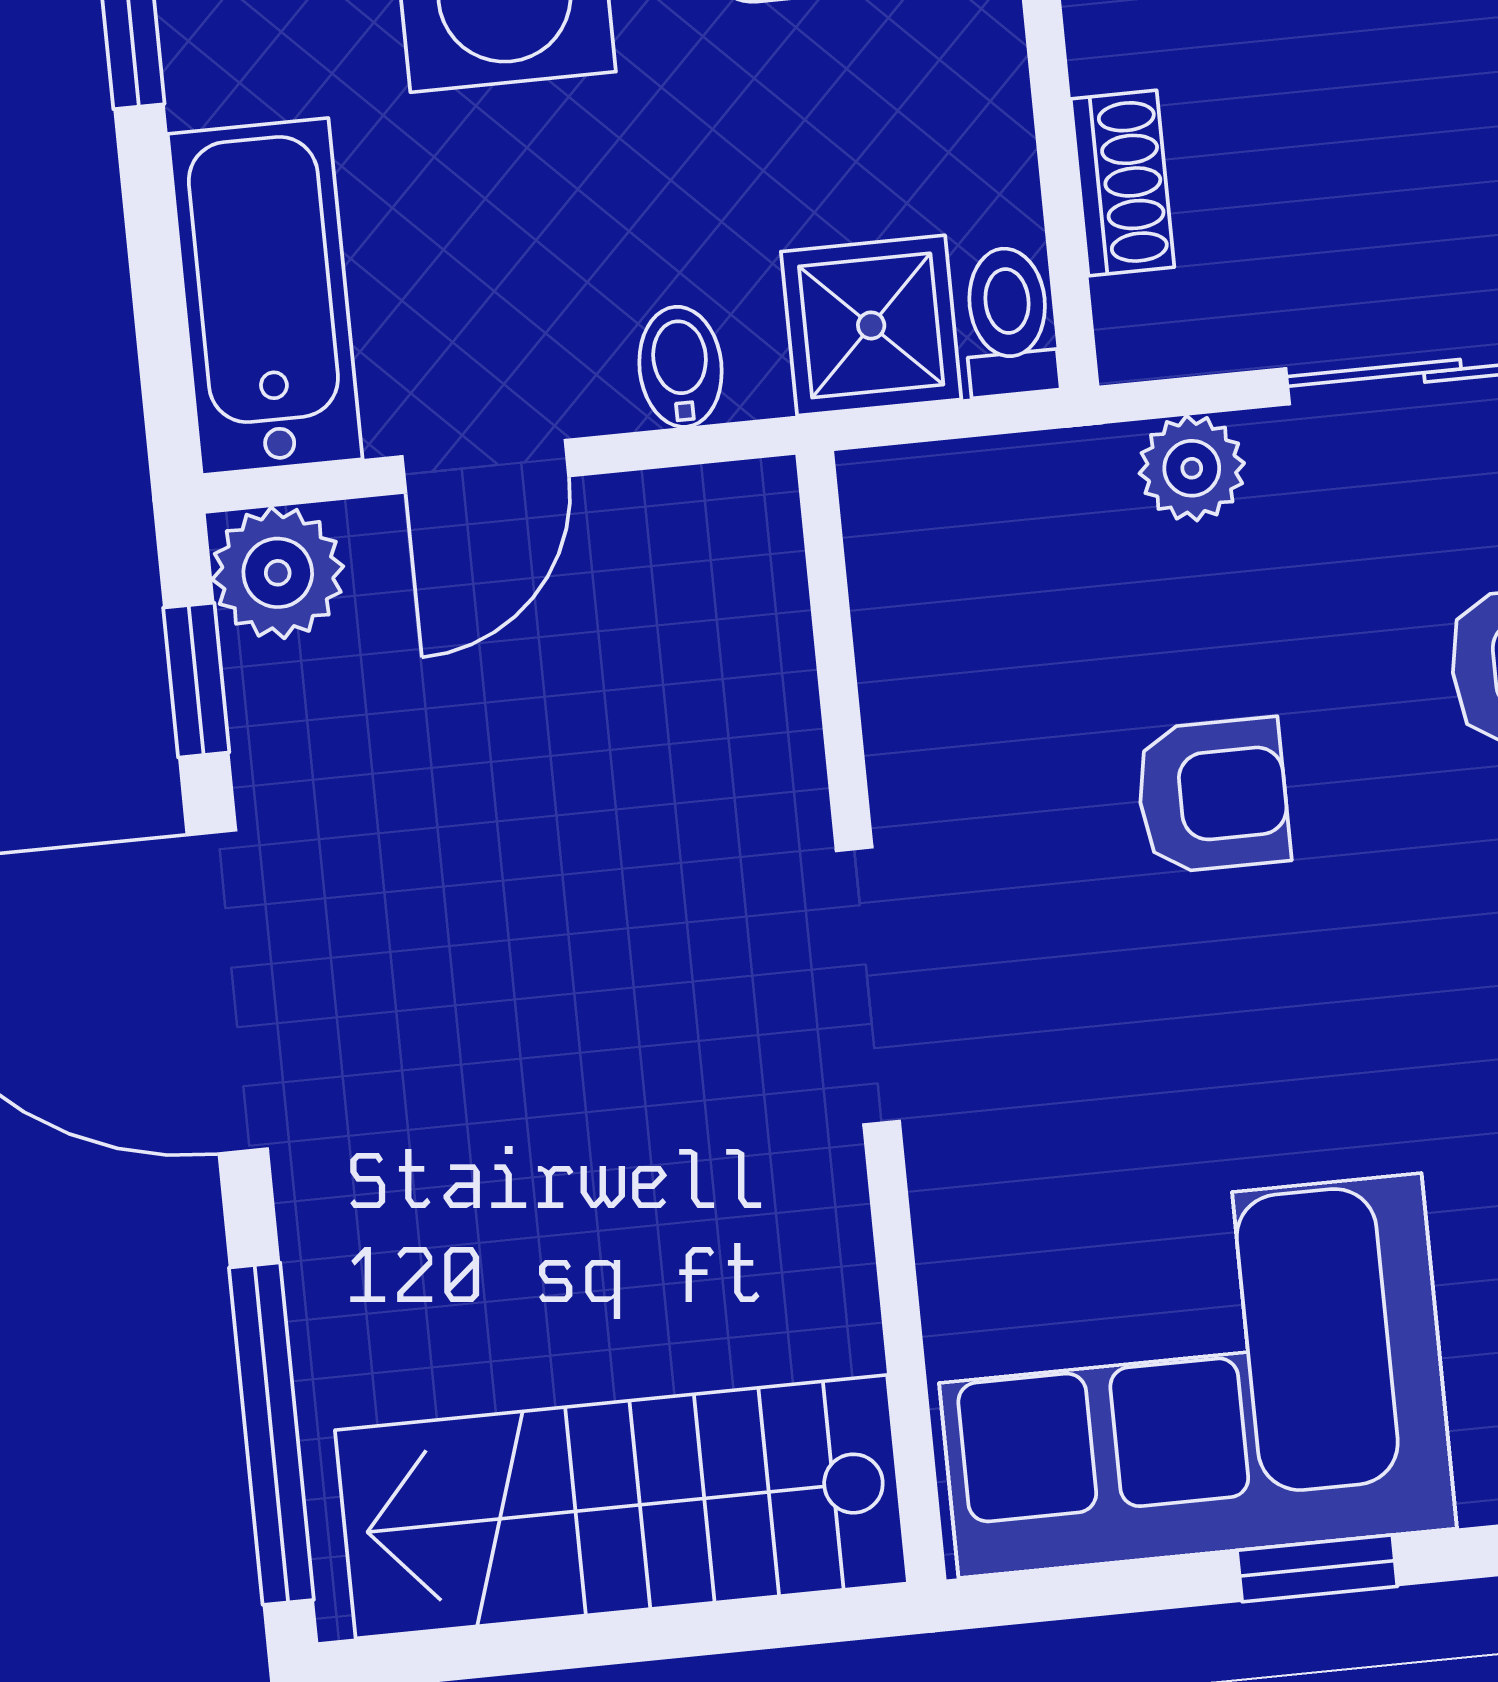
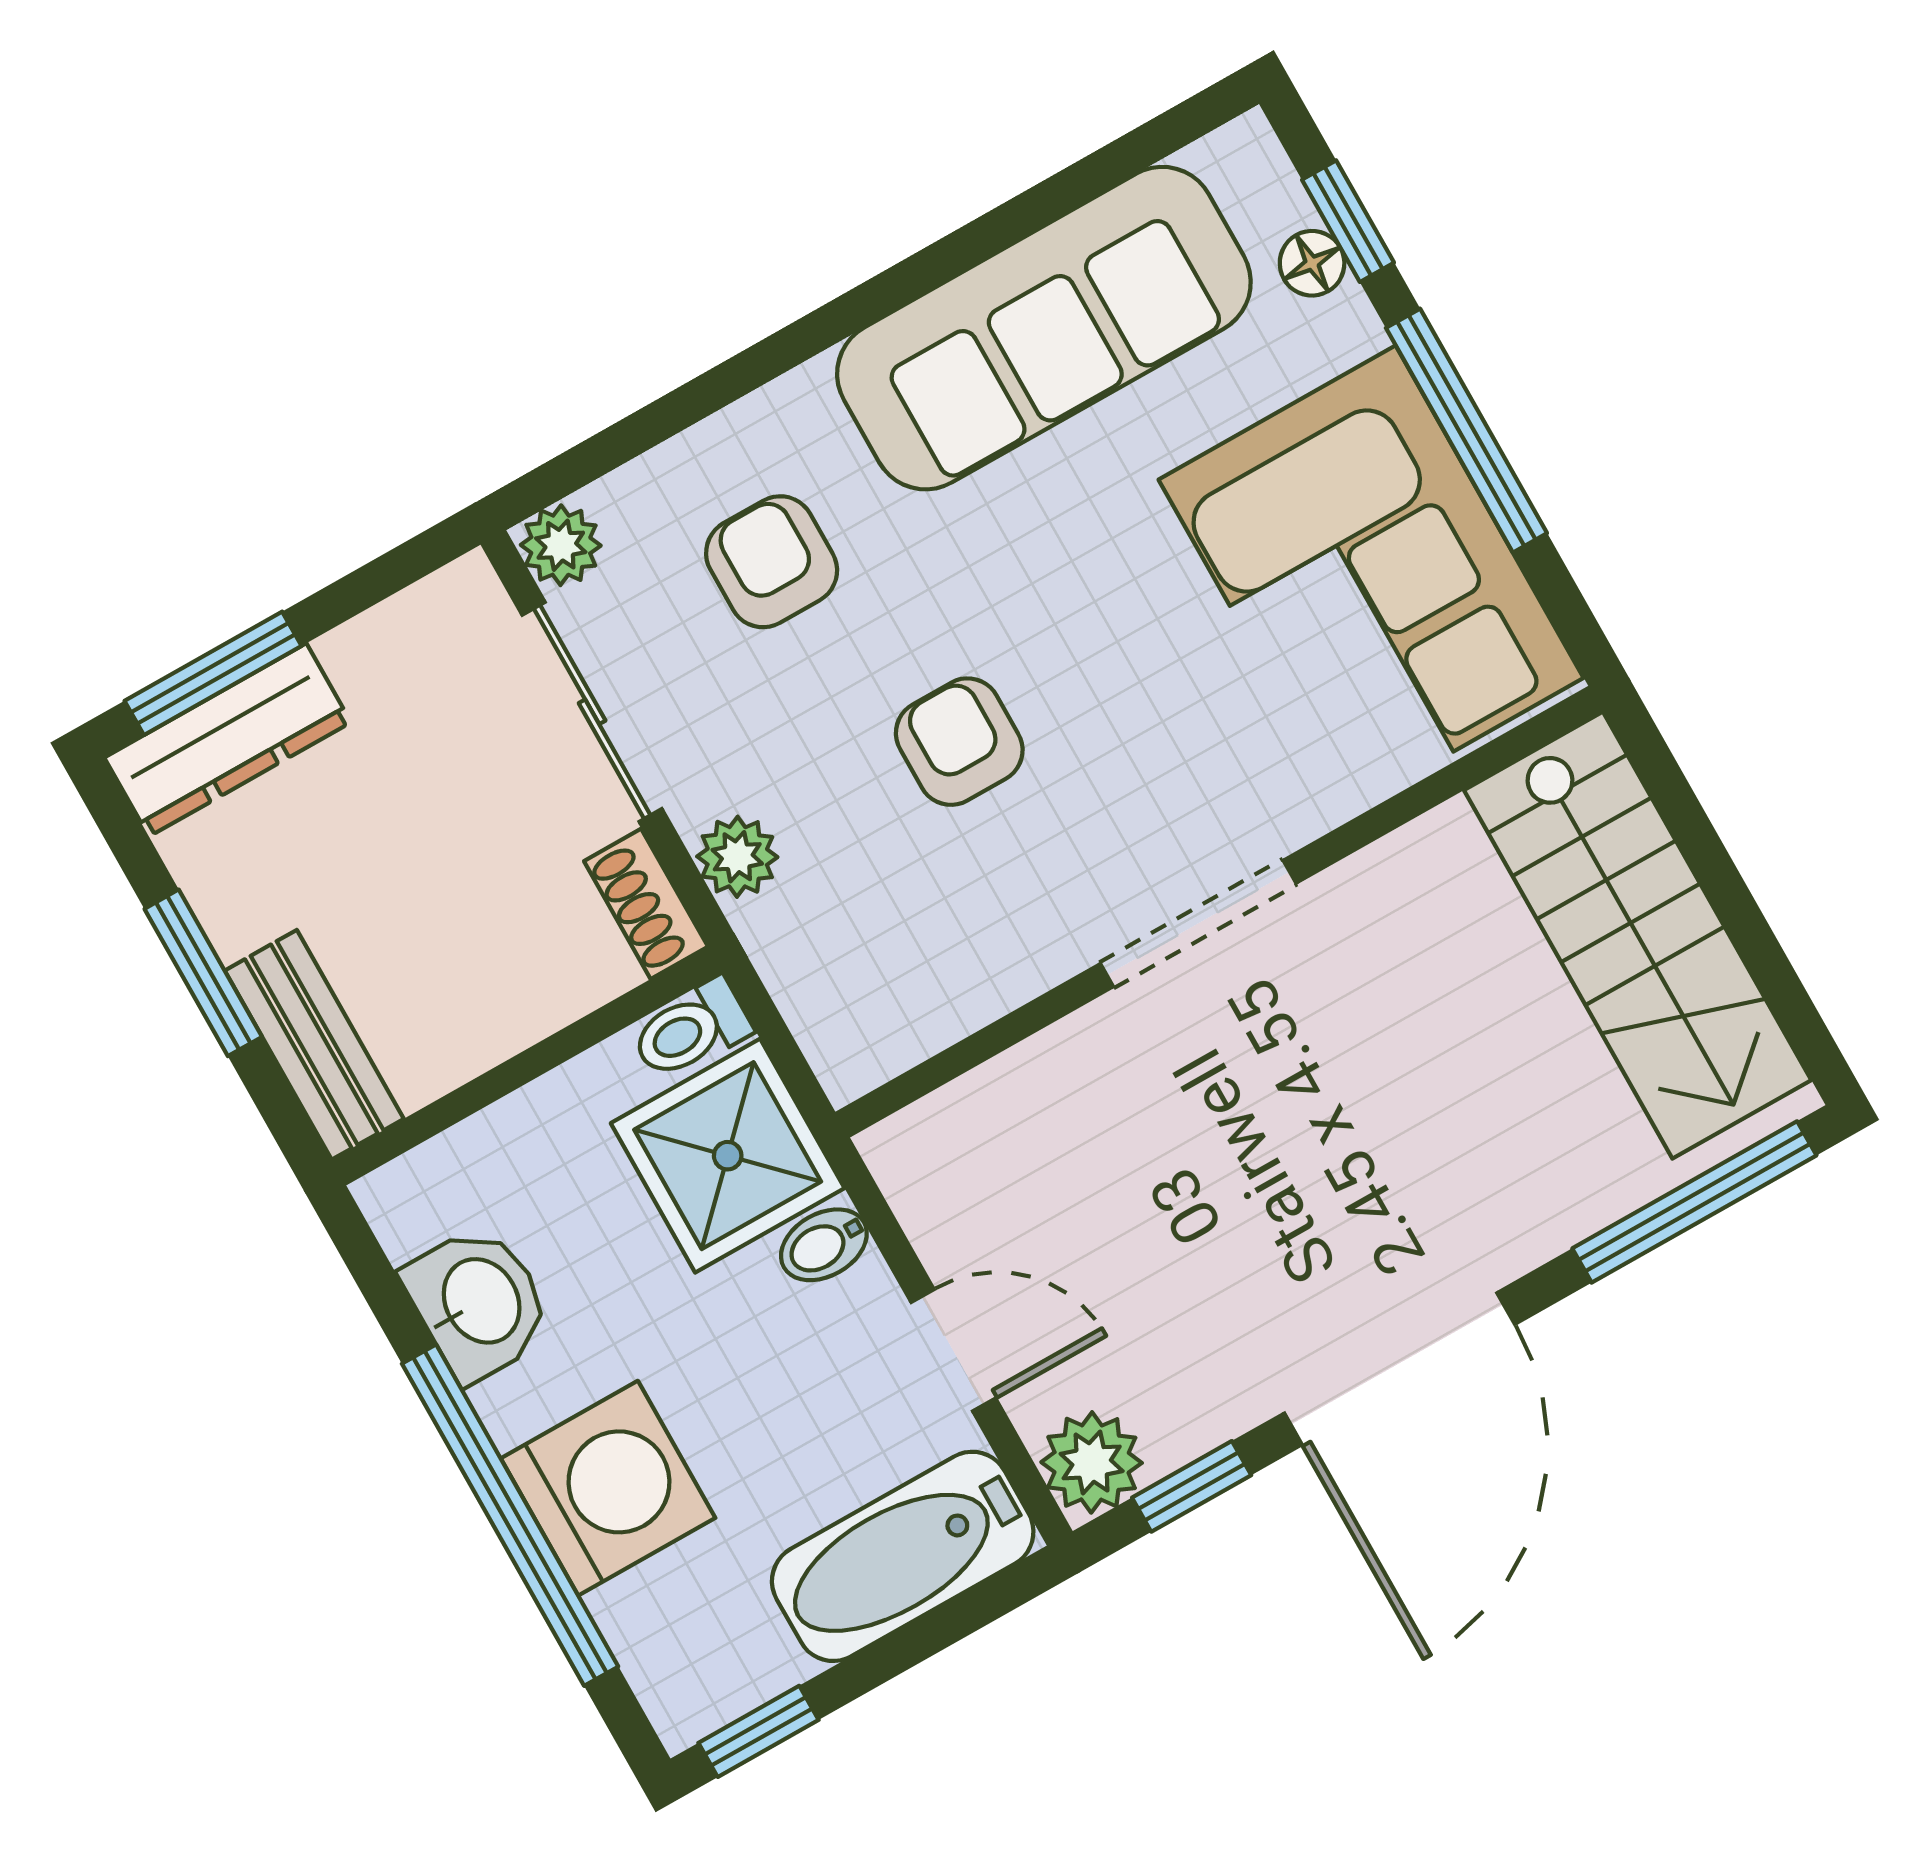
shoe rack: (1123, 183) -> (646, 904), moved, turned -90
shower: (871, 325) -> (728, 1156), width x1.36, depth x1.36
window: (1317, 1568) -> (1466, 431), width x2.17

